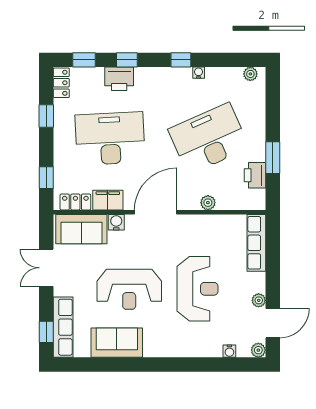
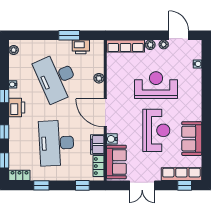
printer: (119, 79) -> (17, 108), moved
plant: (258, 350) -> (150, 45), moved

